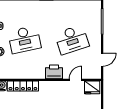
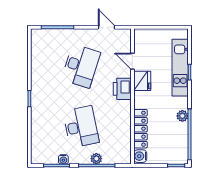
desk: (72, 40) -> (81, 66), turned 36
fridge: (92, 87) -> (142, 81), moved

